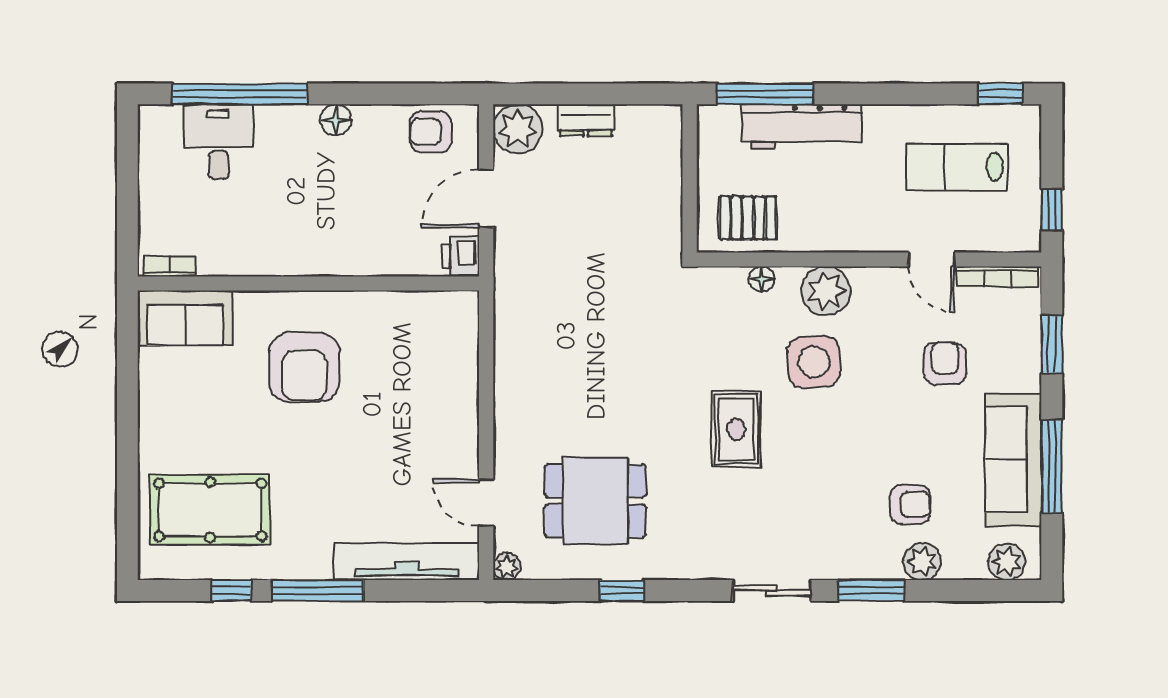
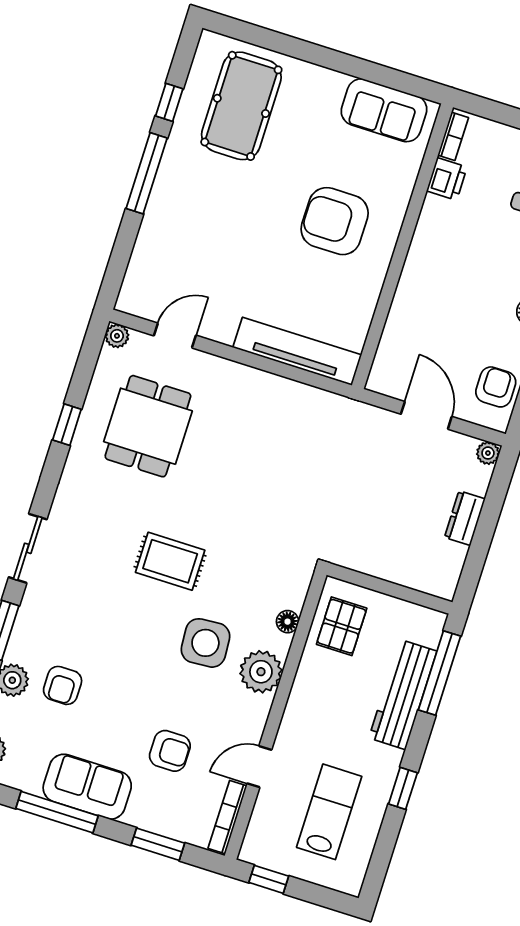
window: (1000, 94) -> (403, 788), moved
plant: (518, 129) -> (488, 453), width x0.53, depth x0.53
printer: (461, 256) -> (447, 179), moved, turned 90
sofa: (185, 318) -> (384, 110), moved, turned -90
sofa: (1013, 460) -> (87, 787), width x0.73
tv unit: (407, 562) -> (297, 351), moved, turned -90

